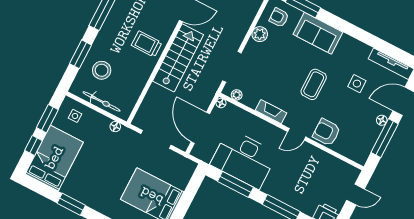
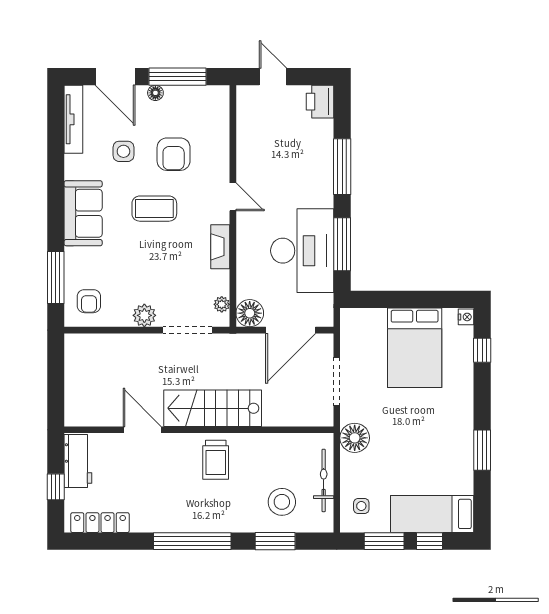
sofa: (318, 33) -> (83, 213), moved
plant: (260, 34) -> (144, 315), moved
floor lamp: (221, 103) -> (250, 313), width x1.89, depth x1.89
floor lamp: (115, 127) -> (355, 438), width x1.89, depth x1.89
armchair: (327, 132) -> (174, 154), moved
bed: (54, 158) -> (432, 514), width x0.67

